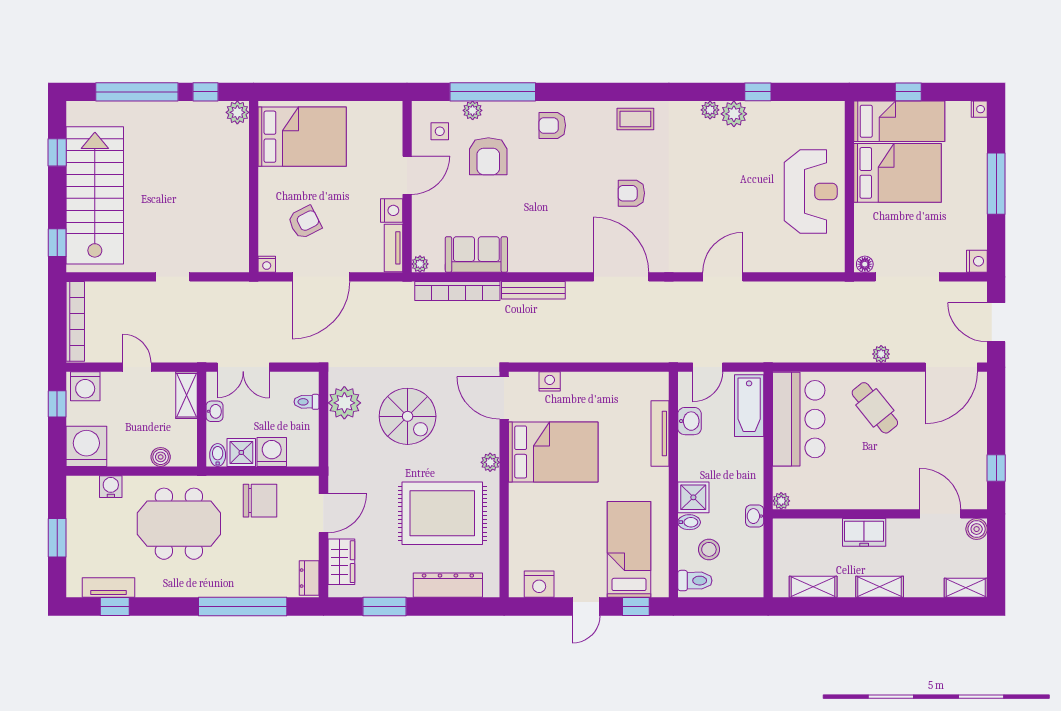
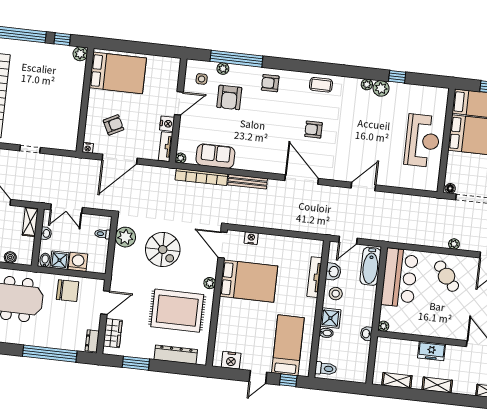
stool: (709, 549) -> (336, 294), moved

